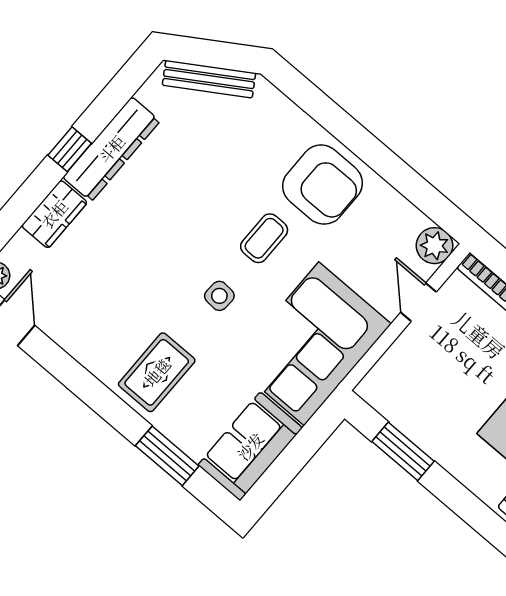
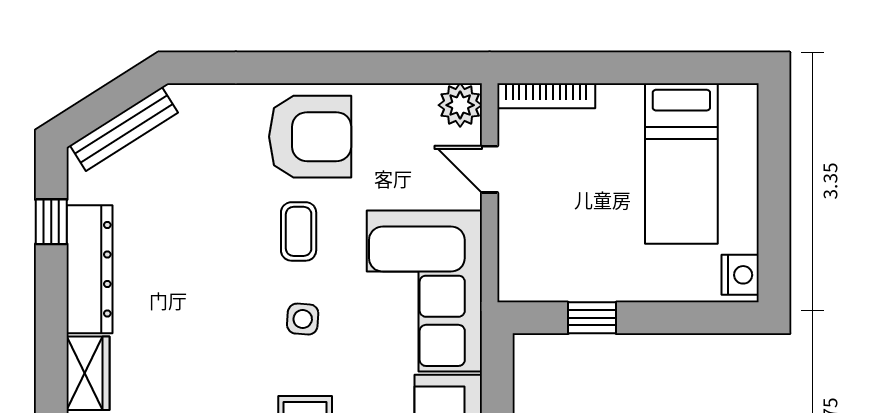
window: (70, 149) -> (51, 222), moved
window: (403, 451) -> (592, 318), width x0.67

